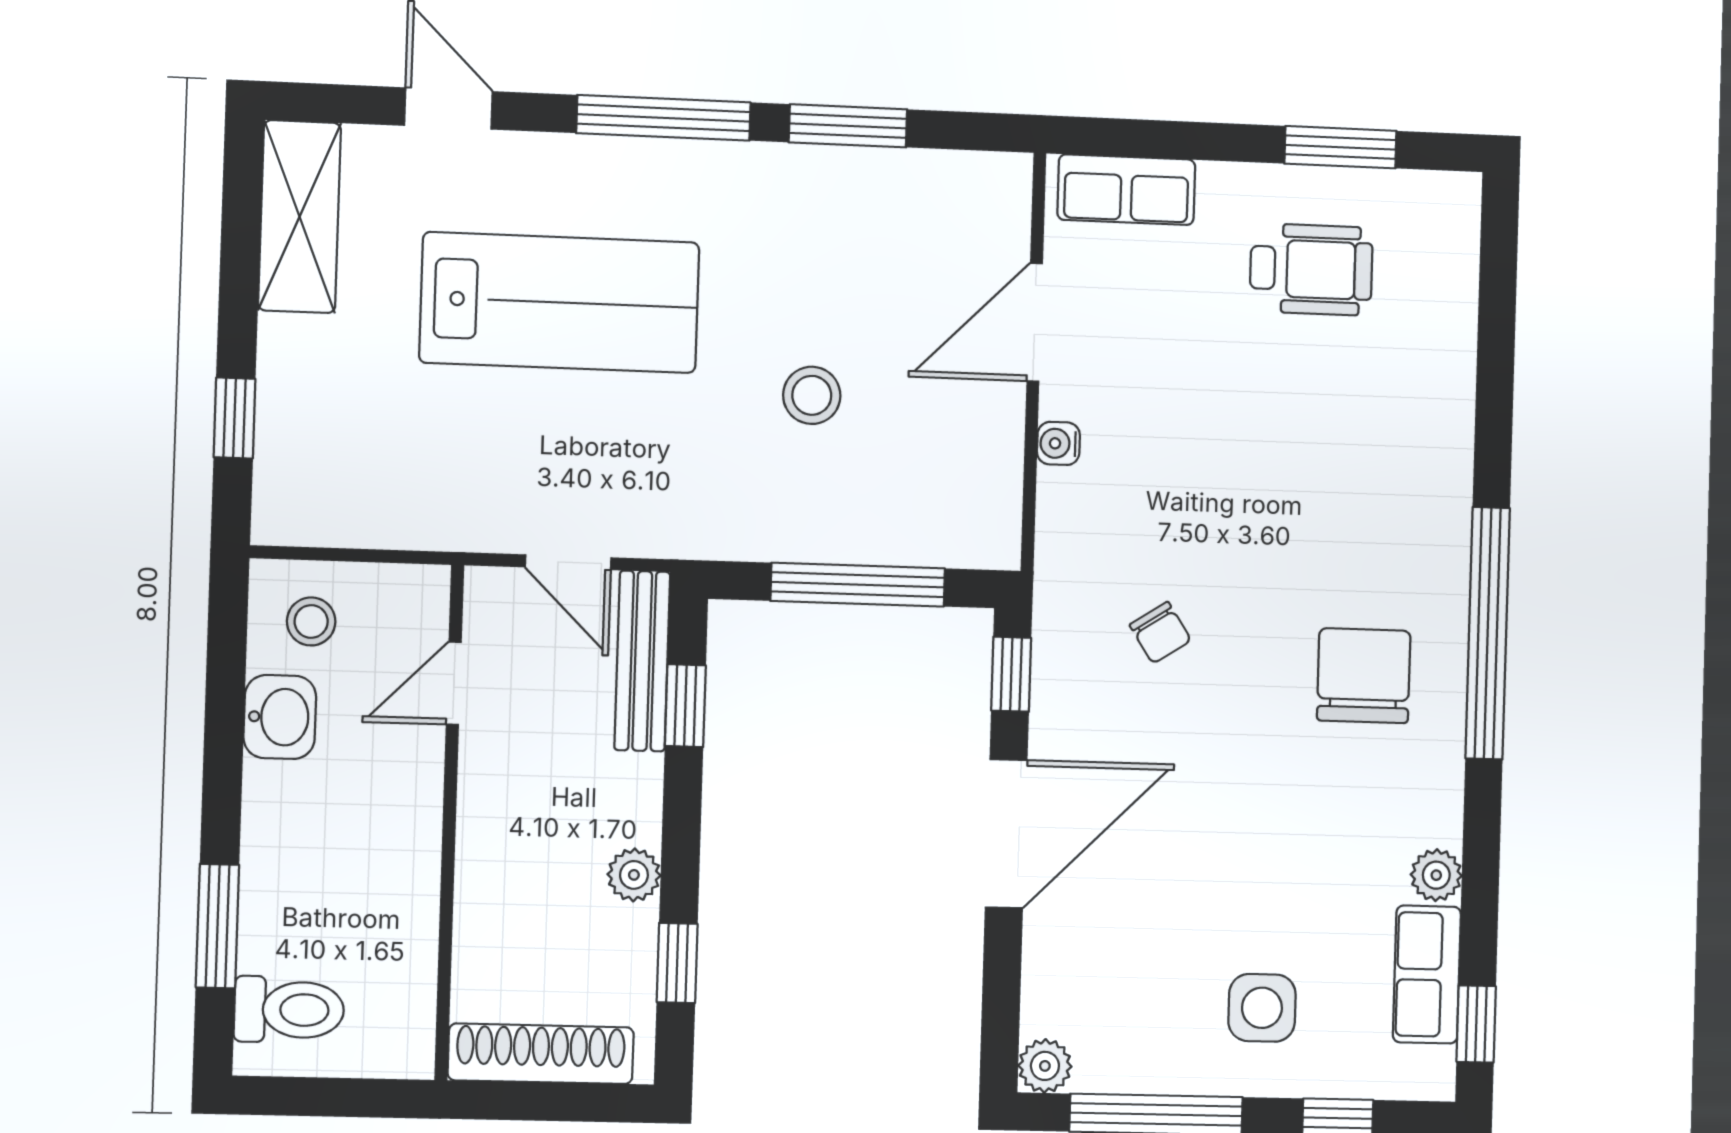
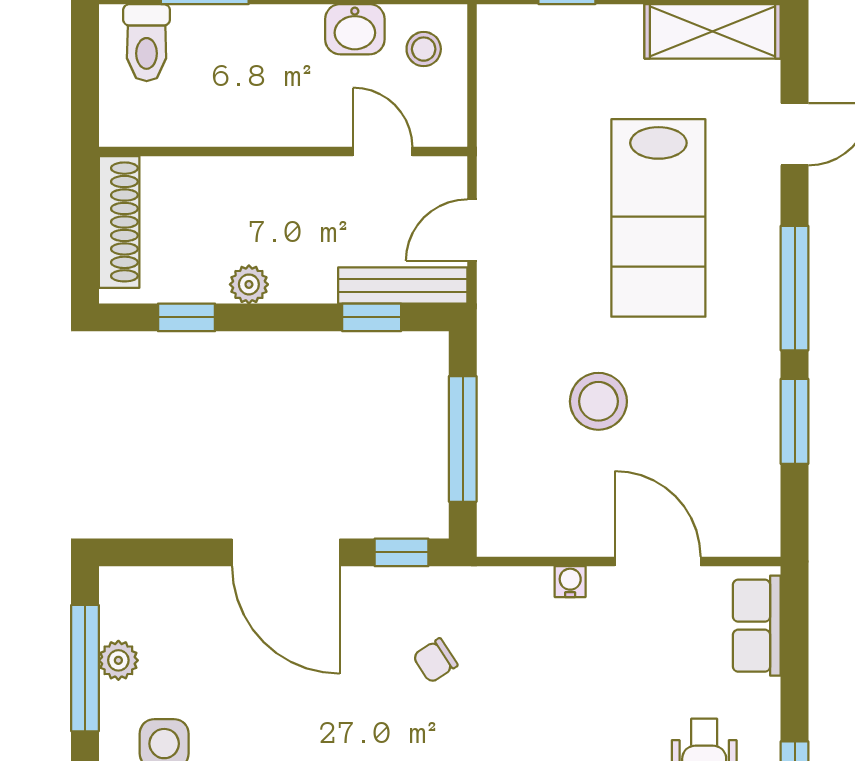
stool: (812, 395) -> (598, 401), width x1.38, depth x1.38
plant: (1045, 1066) -> (118, 660), moved

